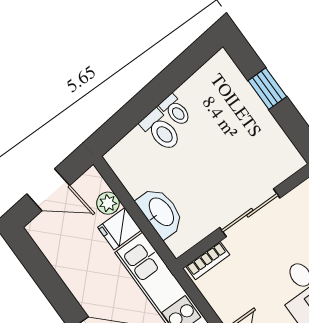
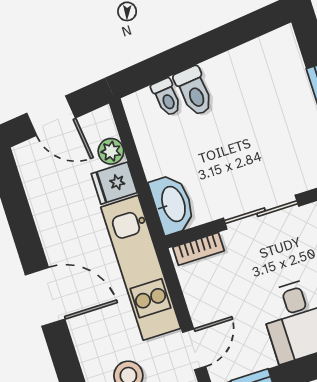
toilet: (175, 110) -> (167, 97), moved
washbasin: (161, 212) -> (172, 204), moved

